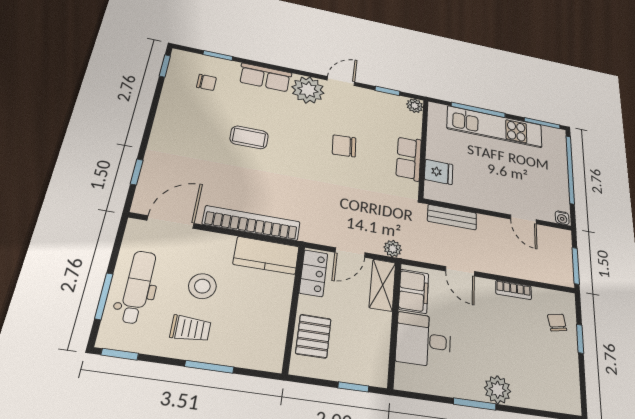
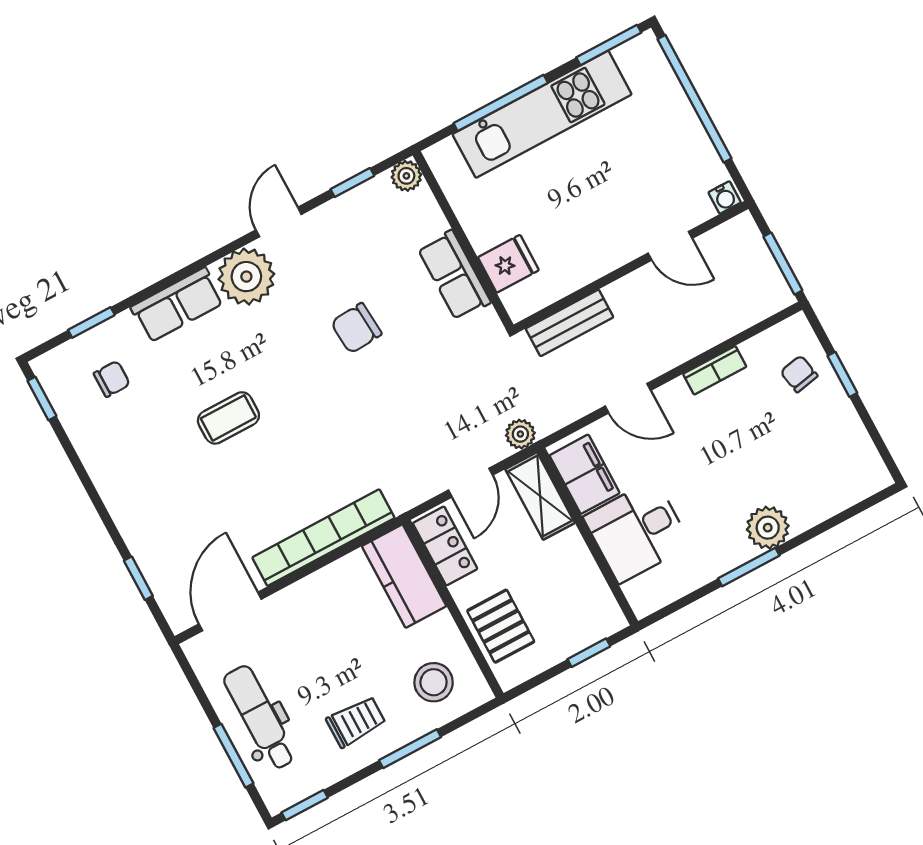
kitchen counter: (266, 255) -> (404, 576), moved, turned 90
stool: (202, 286) -> (434, 682), moved

